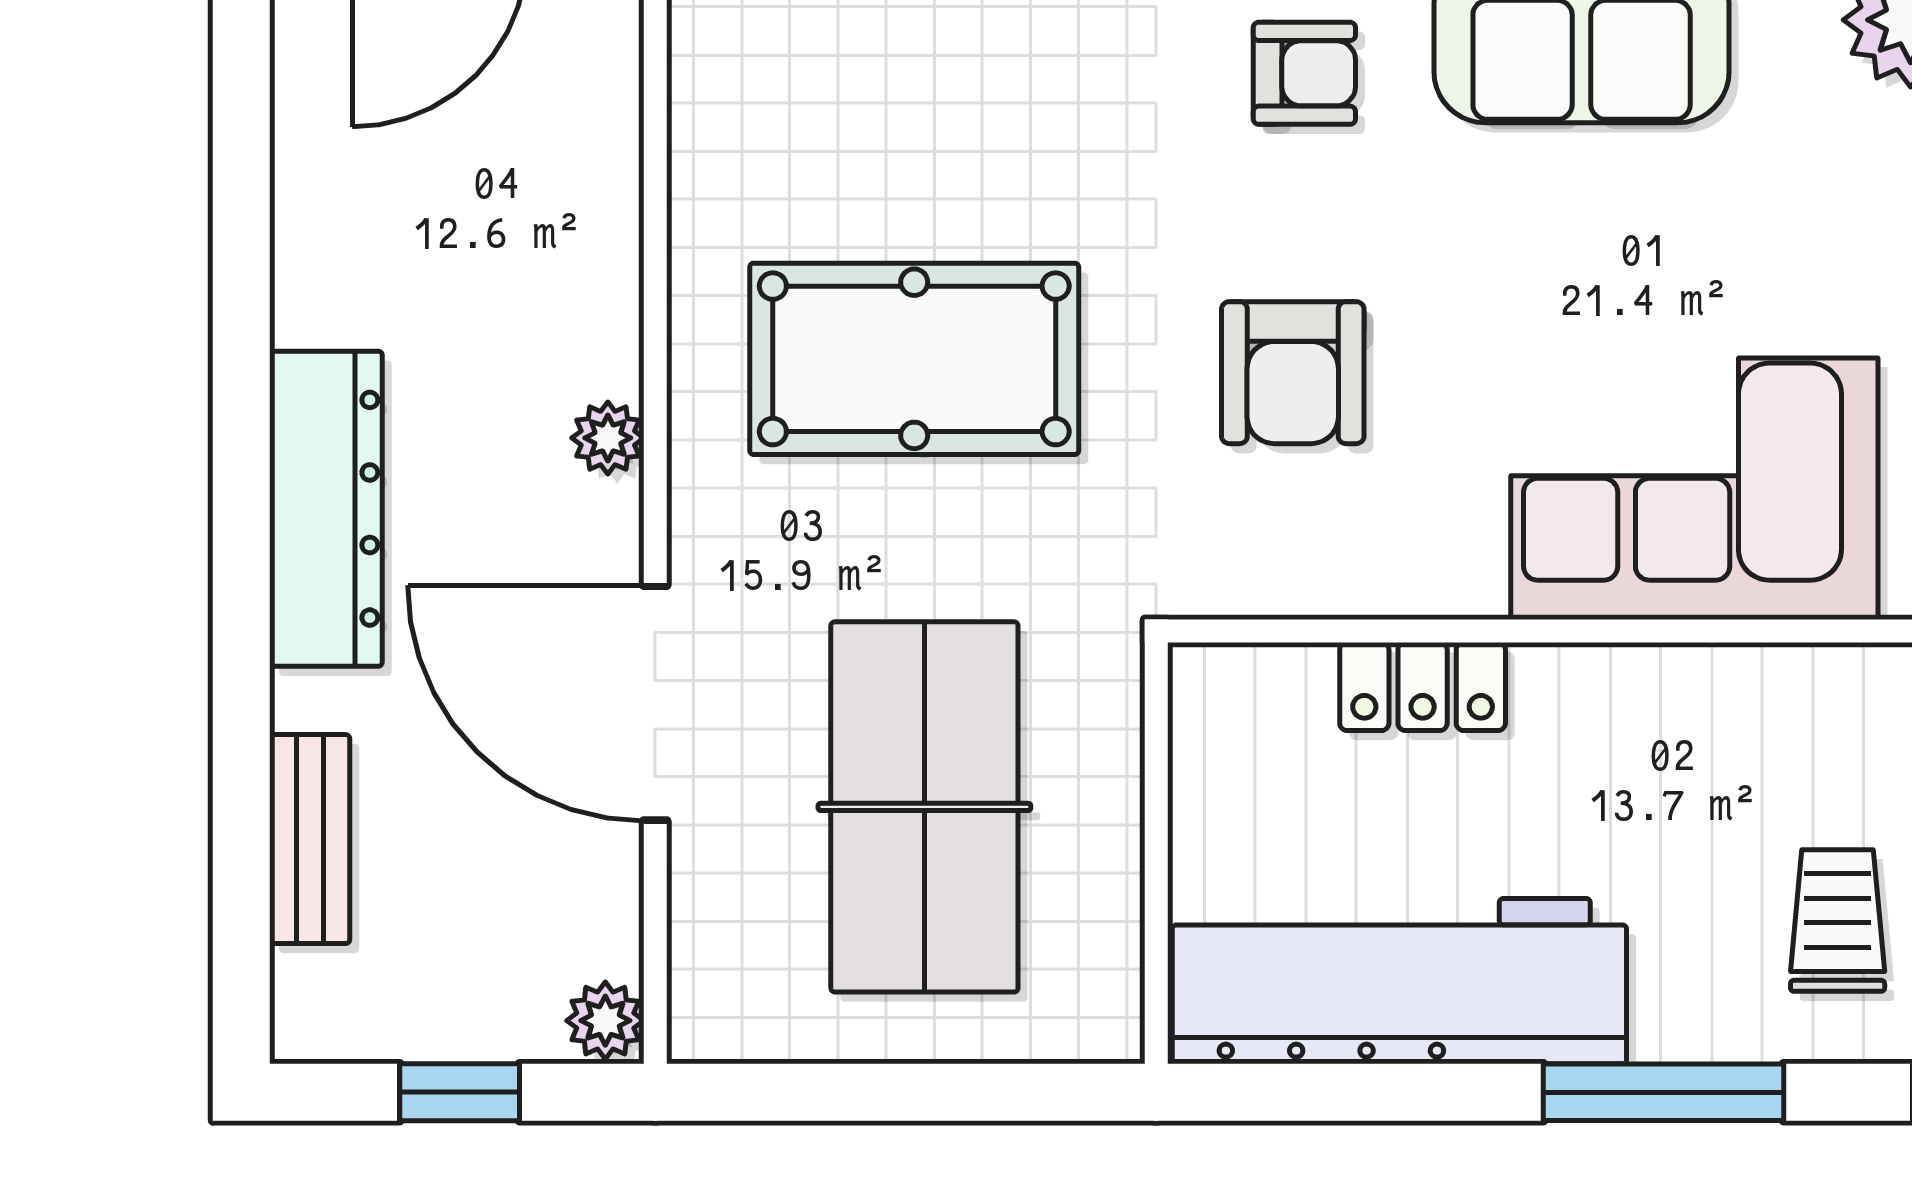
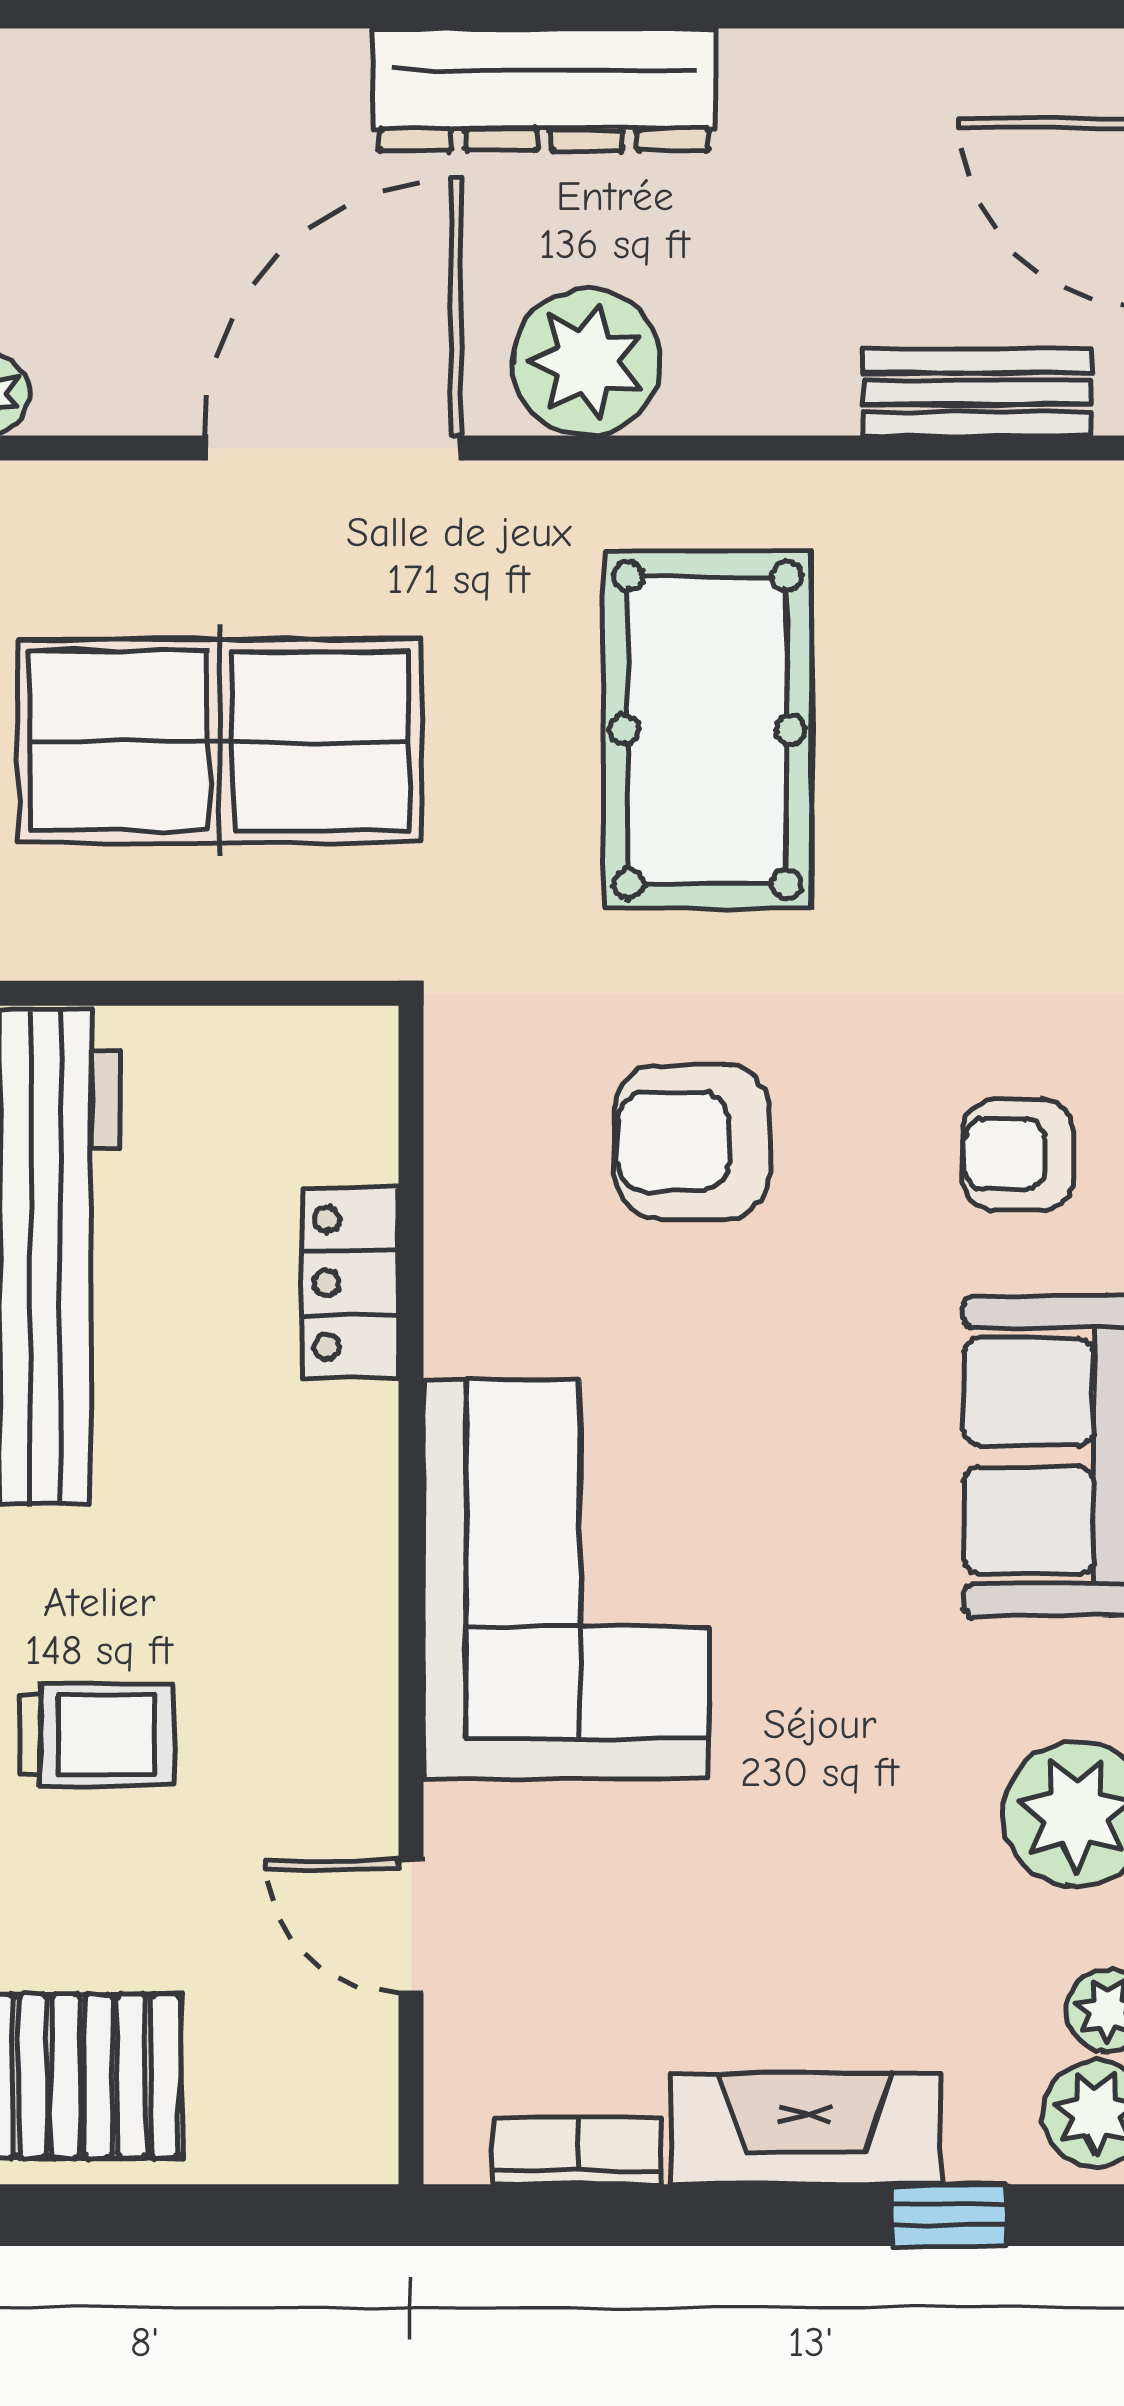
armchair: (1304, 73) -> (1018, 1154), turned 90
plant: (608, 438) -> (587, 362), width x1.87, depth x1.87
bench: (310, 839) -> (977, 392), moved

